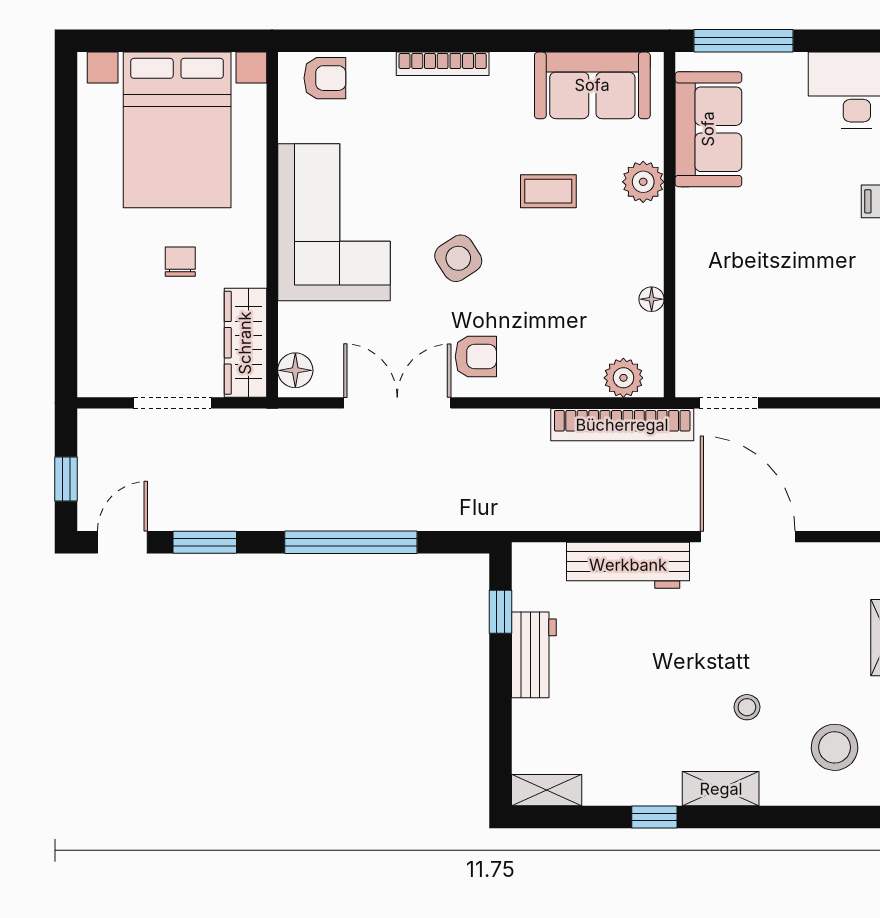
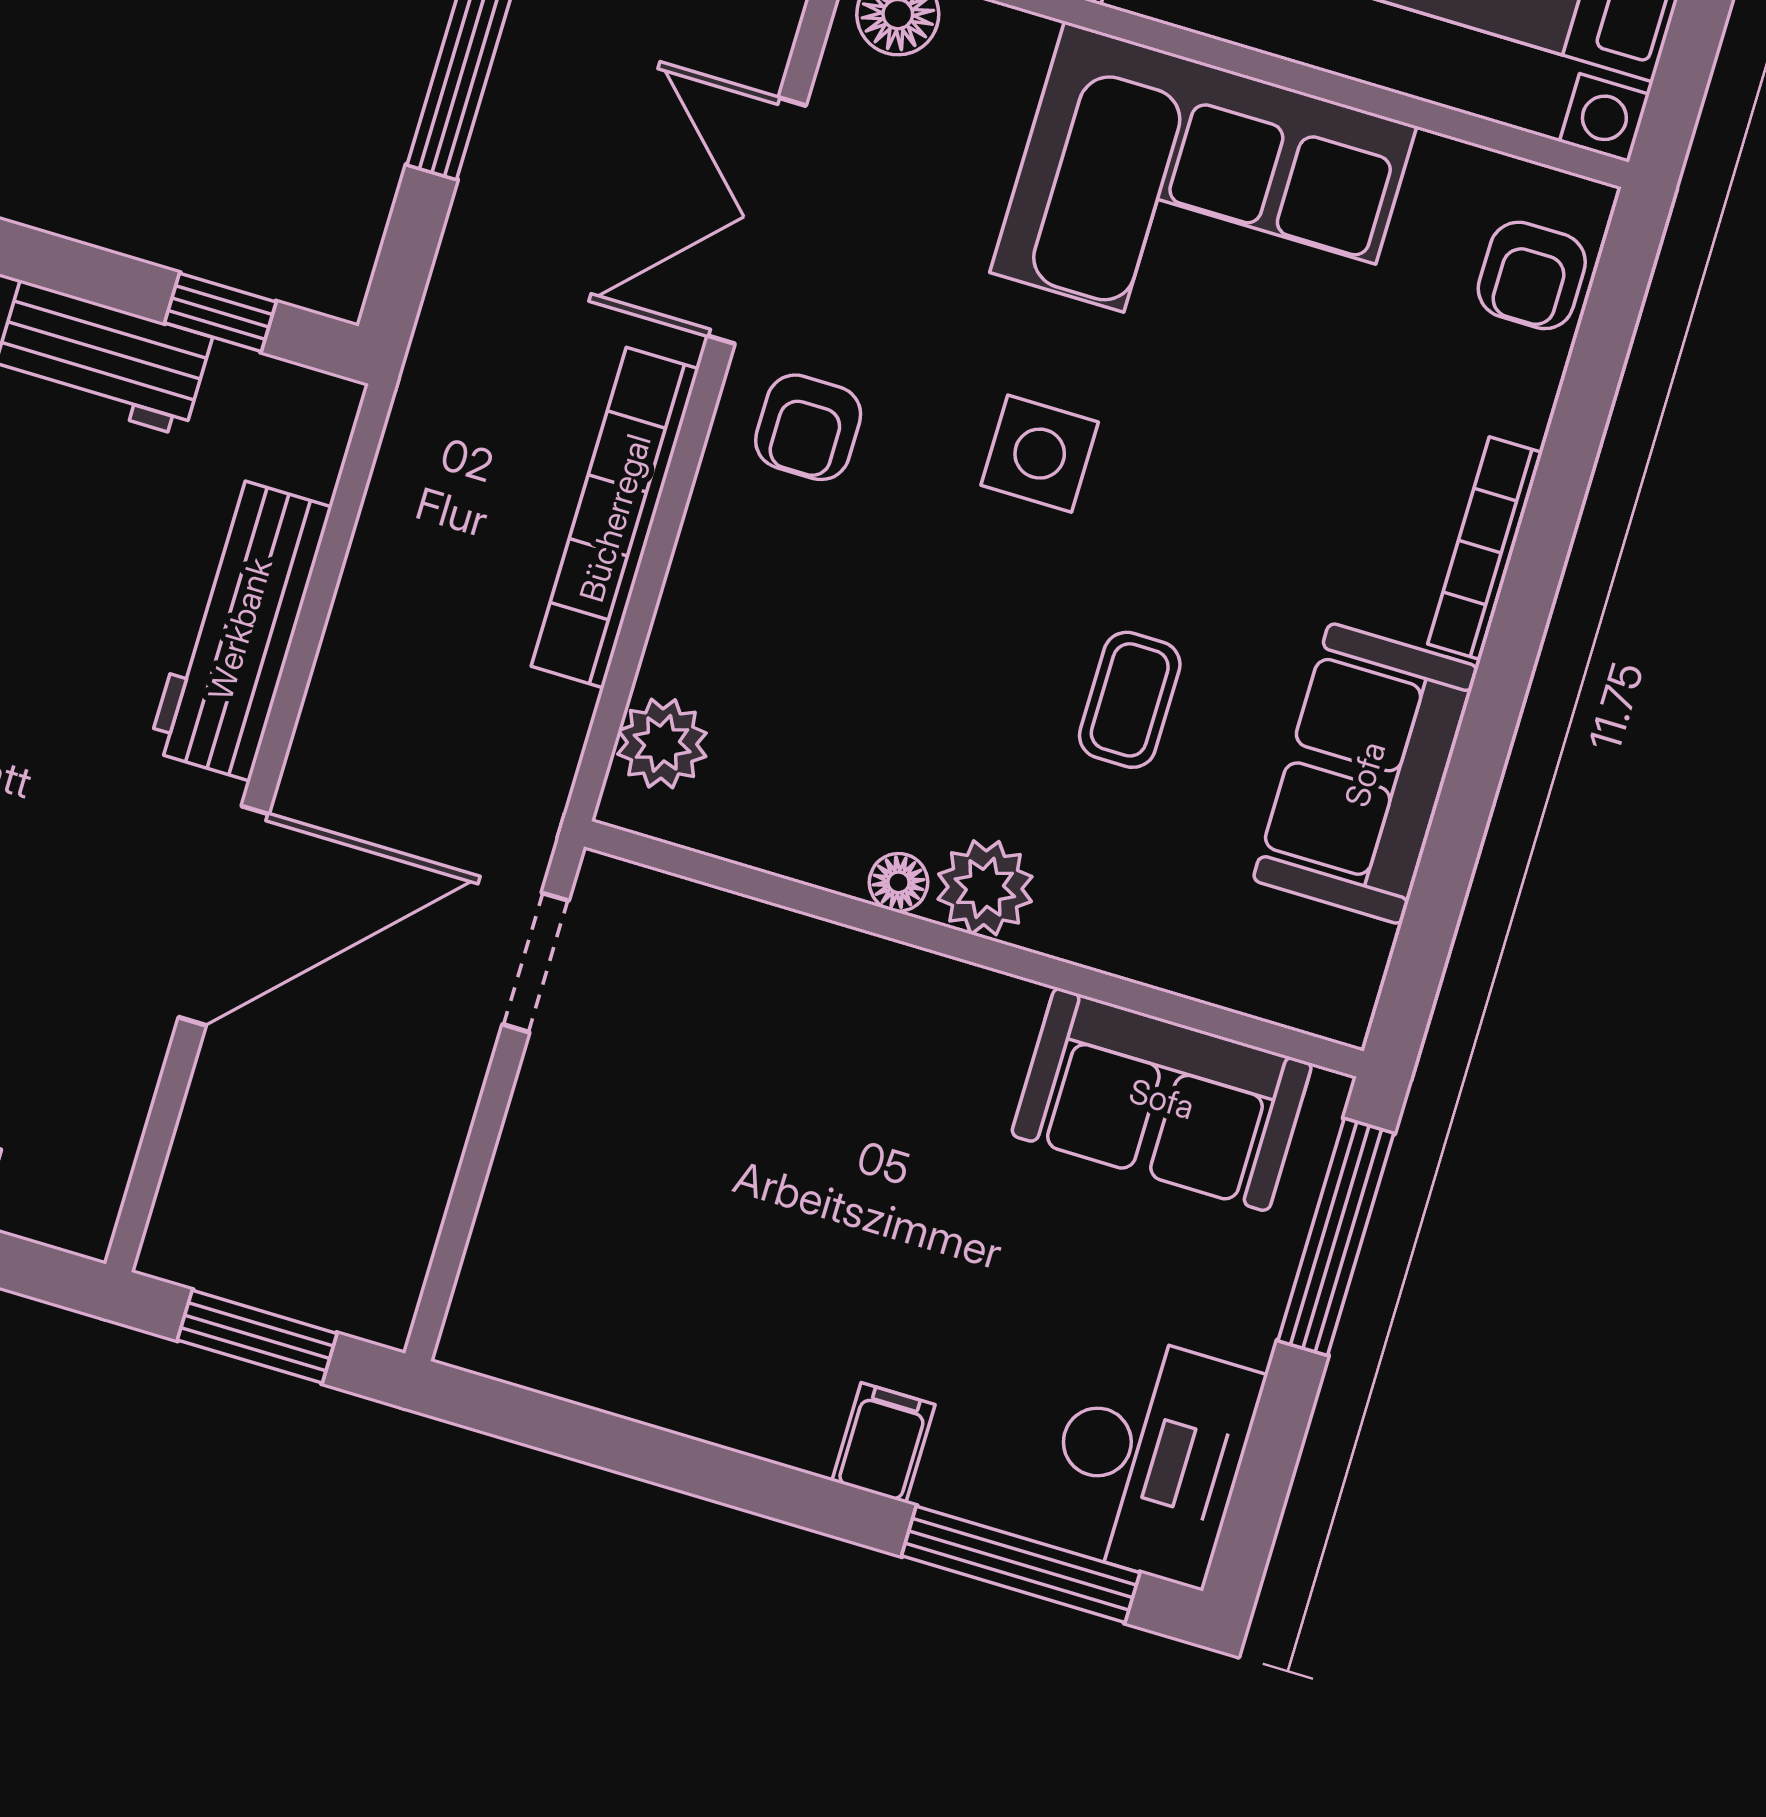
sofa: (592, 85) -> (1365, 774), moved
plant: (643, 182) -> (985, 888), moved
side table: (458, 258) -> (1040, 454), turned 33
floor lamp: (652, 299) -> (898, 882), moved
double door: (397, 403) -> (757, 221), swing flipped
bookcase: (622, 425) -> (615, 518), moved

